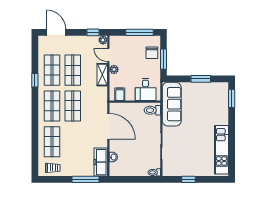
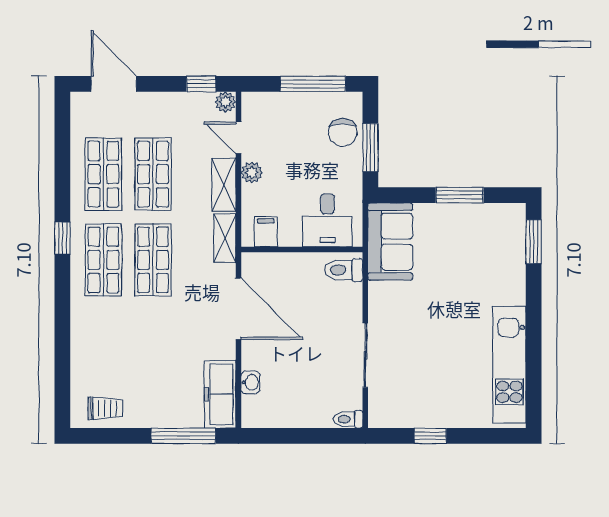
window: (35, 80) -> (62, 238), moved
shelving: (103, 97) -> (225, 238), added
sofa: (172, 104) -> (390, 242), width x0.73
shop shelf: (52, 142) -> (103, 346), removed

